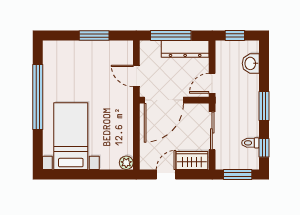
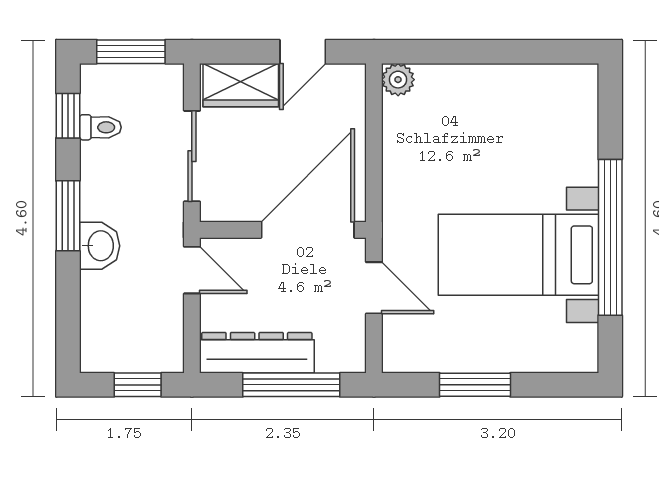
washbasin: (251, 63) -> (100, 246), moved
door: (212, 83) -> (192, 270), hinge flipped
bed with nightstands: (71, 136) -> (518, 255), moved, turned 90

